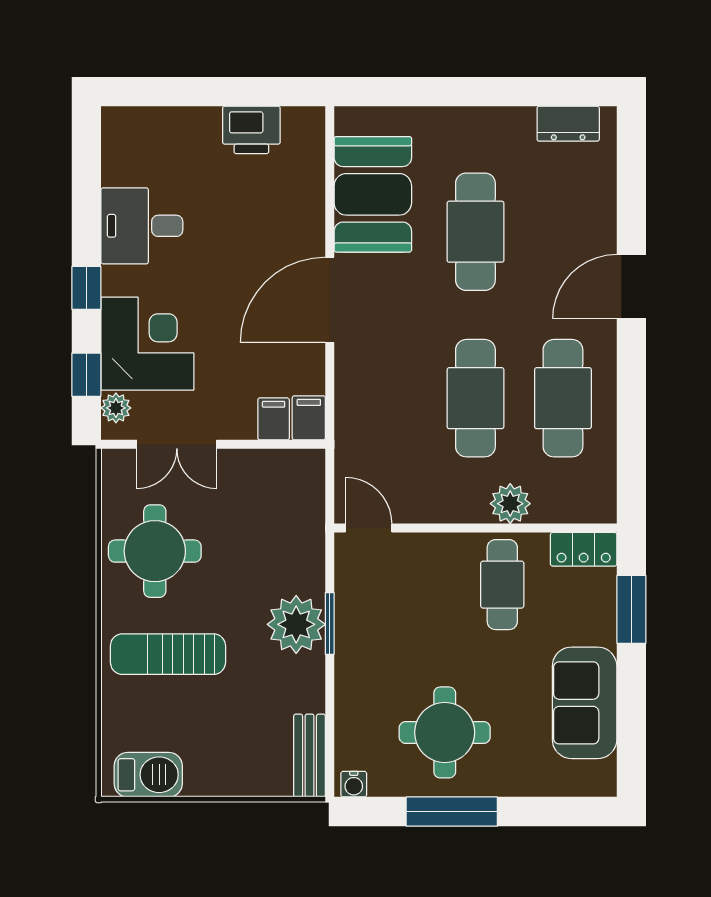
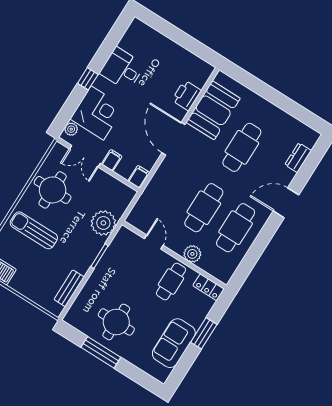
dresser: (568, 124) -> (298, 158), moved, turned 90
printer: (251, 130) -> (187, 95), moved, turned 90
door: (330, 300) -> (173, 139), hinge flipped
window: (86, 375) -> (68, 110), removed
filing cabinet: (274, 419) -> (112, 160), moved
door: (369, 528) -> (154, 242), moved
window: (631, 609) -> (204, 333), moved
plant: (296, 624) -> (103, 223), moved
bench: (310, 756) -> (69, 288), moved
water cooler: (354, 784) -> (71, 320), removed

